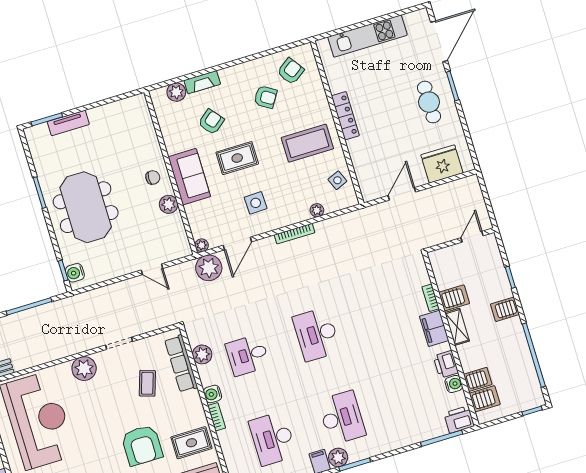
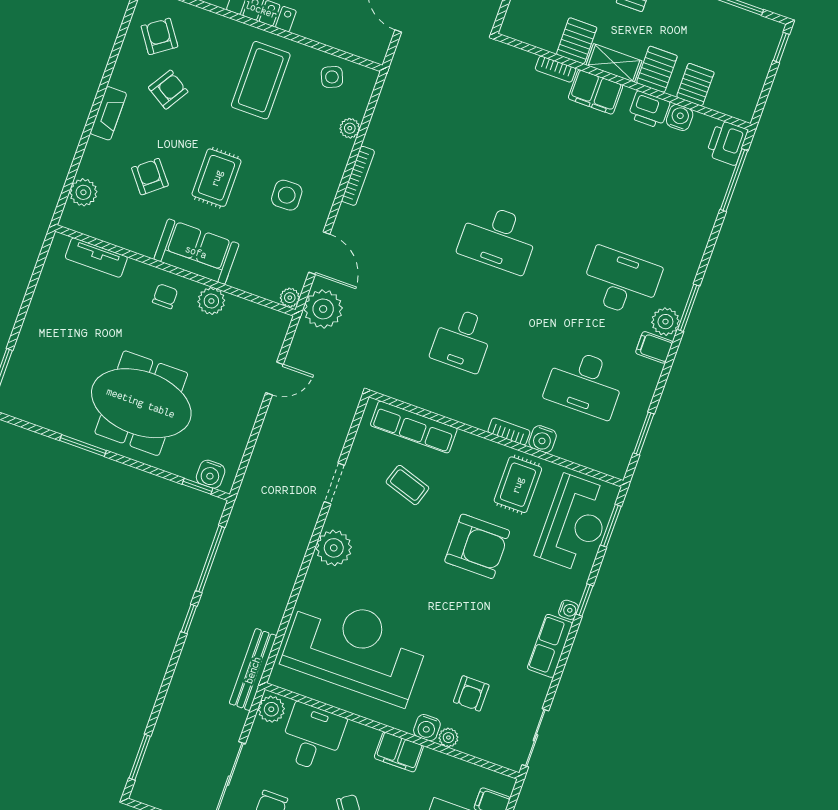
fireplace: (202, 82) -> (108, 113), moved
tv unit: (68, 123) -> (96, 258), moved, turned 90
plant: (202, 354) -> (421, 394), removed
water cooler: (213, 394) -> (543, 439), moved
server rack: (485, 399) -> (657, 69), moved

